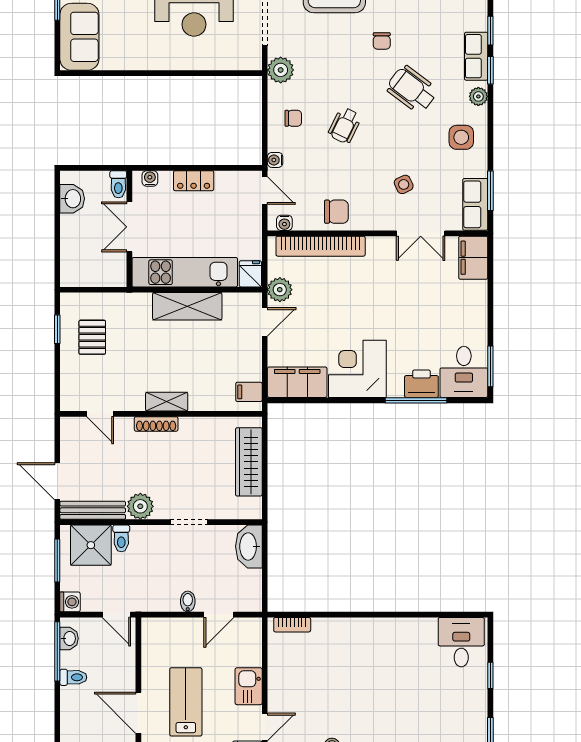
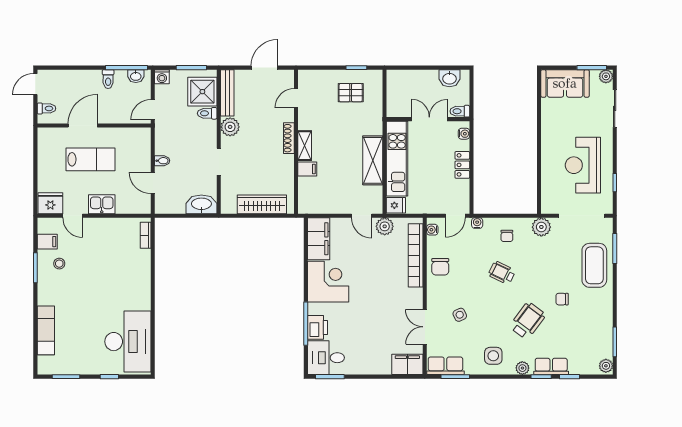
filing cabinet: (249, 392) -> (307, 169), moved, turned 90
door: (57, 481) -> (264, 68), moved
desk: (461, 642) -> (128, 342), width x1.87, depth x1.30

